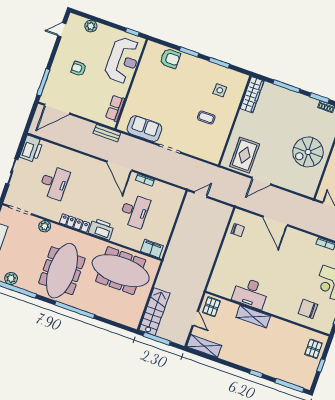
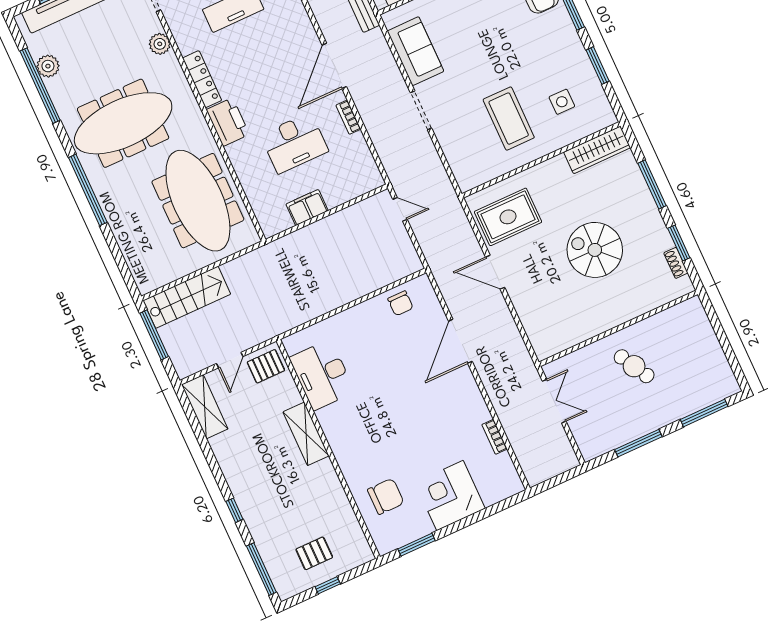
coffee table: (206, 118) -> (509, 119), width x1.86, depth x1.72
spiral stairs: (308, 152) -> (595, 250), moved
filing cabinet: (152, 249) -> (307, 207), moved, turned -90
desk: (251, 293) -> (322, 375), moved
chair: (308, 309) -> (386, 496), turned 90
pallet: (313, 349) -> (314, 553), moved

